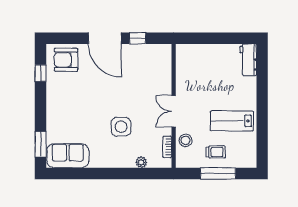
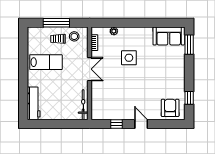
door: (105, 38) -> (141, 124), width x0.53
armchair: (66, 60) -> (170, 108), turned -90
workbench: (248, 60) -> (34, 103), width x1.38
bicycle: (182, 64) -> (83, 105), added
stool: (186, 140) -> (74, 36), moved

